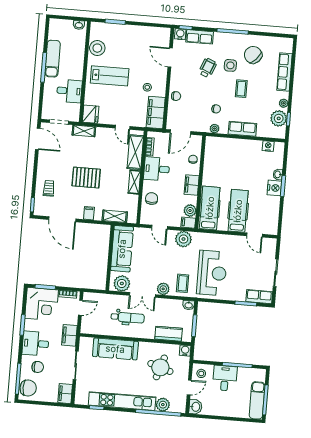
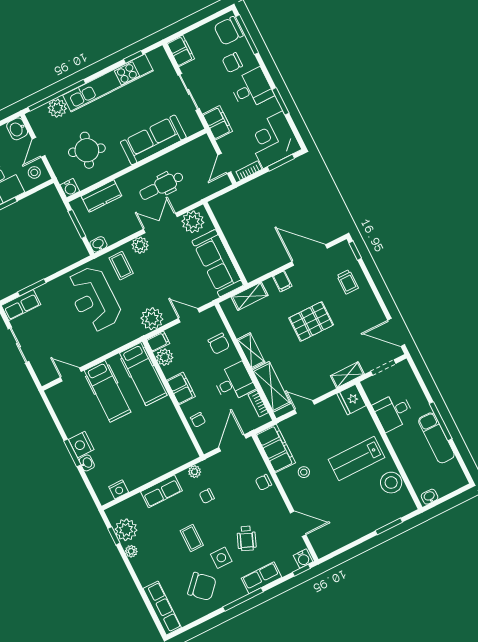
row of seats: (200, 37) -> (262, 578), moved
row of seats: (284, 72) -> (162, 608), moved

